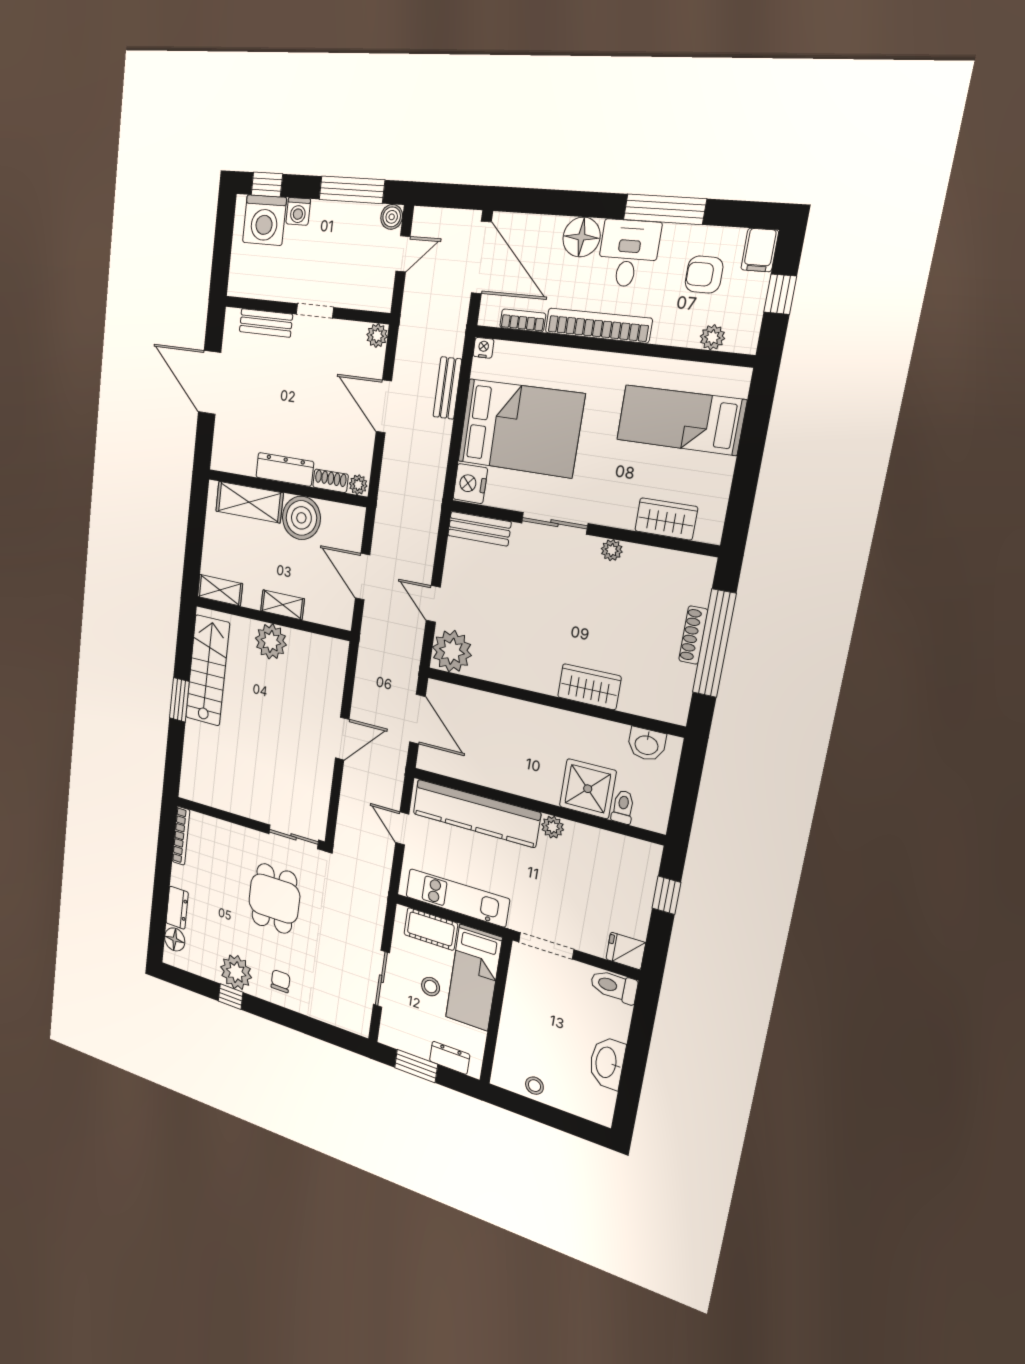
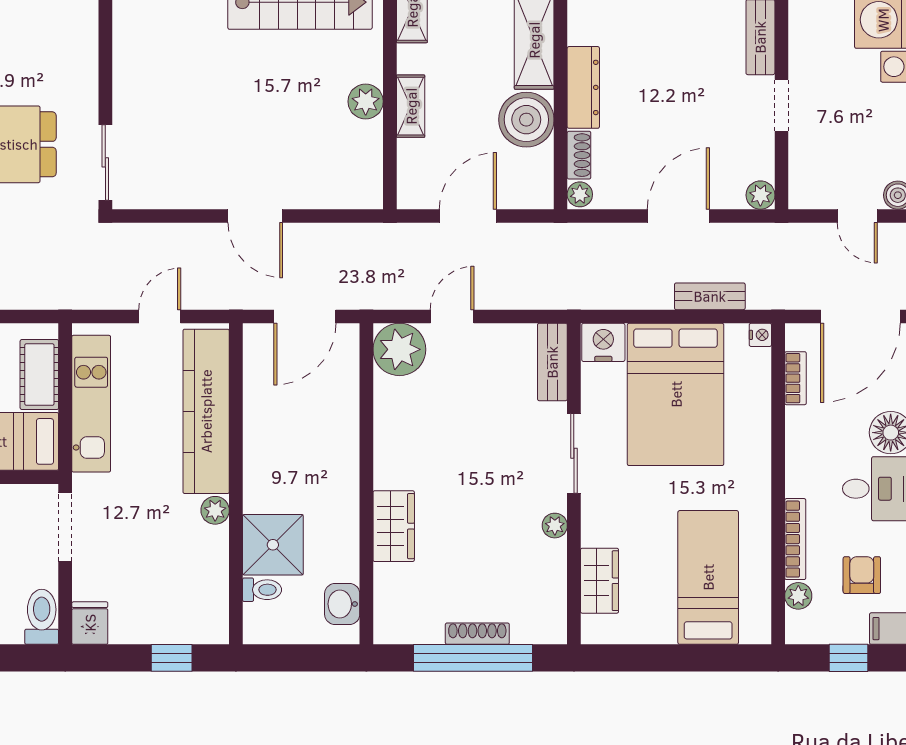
bookcase: (598, 325) -> (795, 539), moved, width x0.68, depth x0.76
plant: (271, 642) -> (366, 101), width x0.73, depth x0.73

